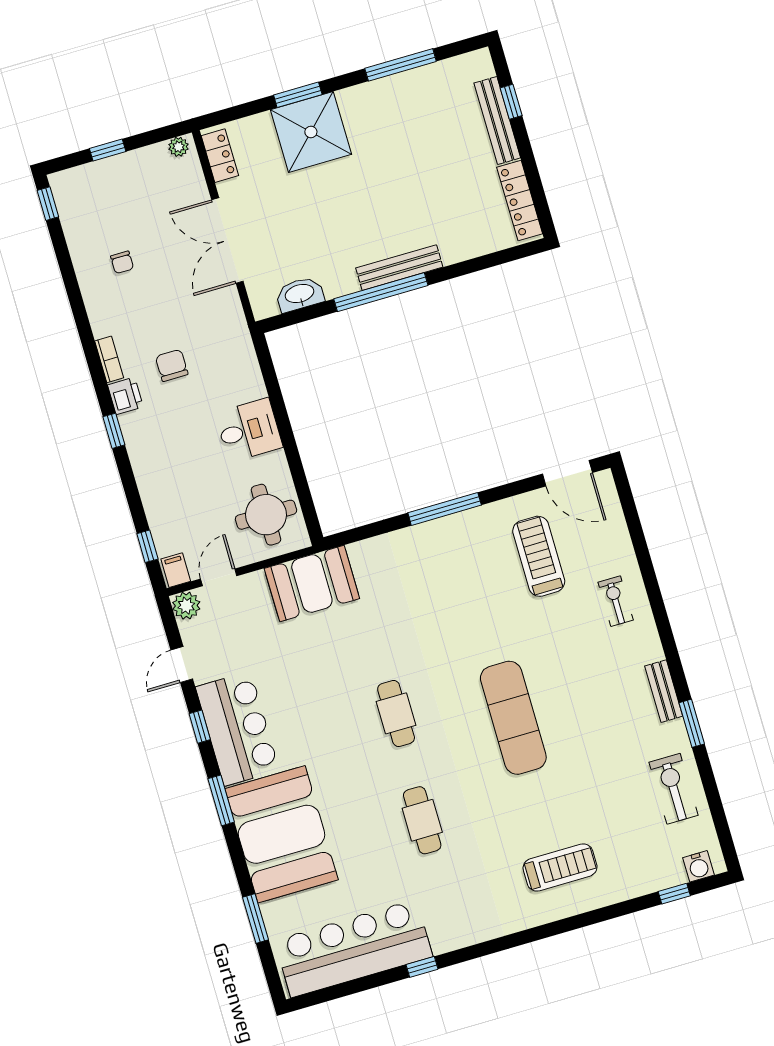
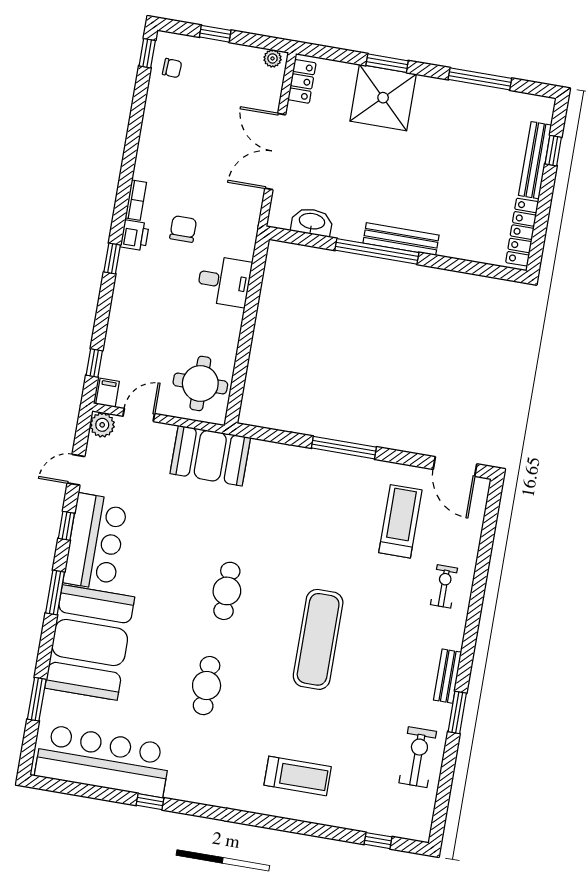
chair: (122, 262) -> (172, 68), moved, turned -87
desk: (249, 430) -> (224, 281), moved
water cooler: (699, 866) -> (408, 828), removed

